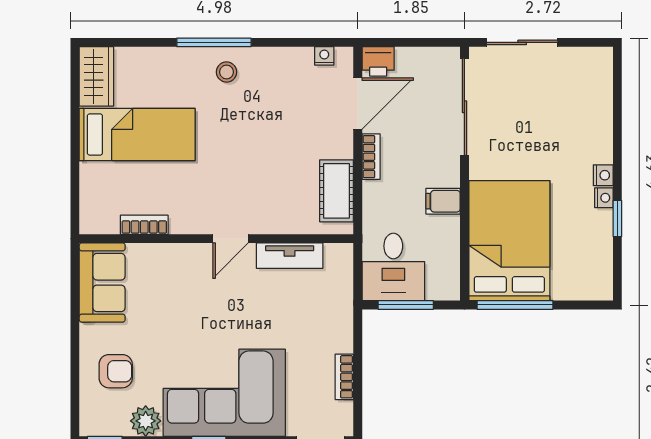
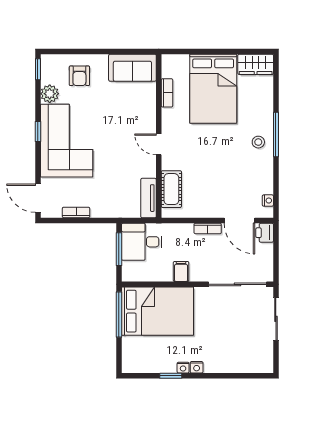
bed: (137, 134) -> (213, 89), width x1.50
cot: (336, 191) -> (171, 189), moved, turned 90
tv unit: (290, 256) -> (148, 198), moved

